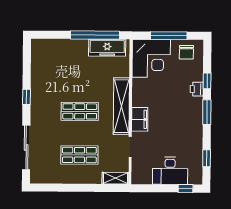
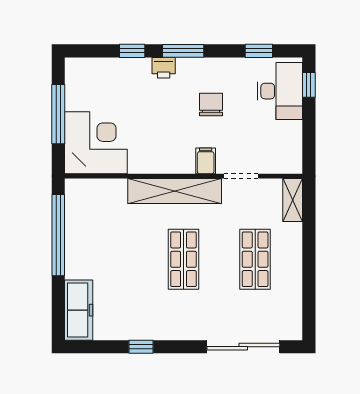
freezer: (107, 48) -> (79, 310), moved
chair: (186, 52) -> (211, 105), moved, turned -90
printer: (197, 89) -> (164, 68), moved
window: (26, 97) -> (141, 347), moved
filing cabinet: (140, 119) -> (206, 161), width x0.50
desk: (170, 171) -> (280, 91), moved

